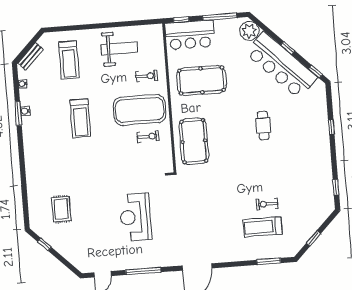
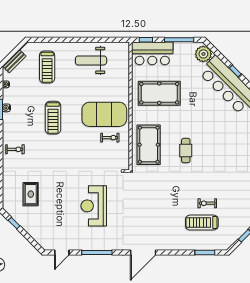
weight bench: (119, 48) -> (91, 60), turned 180
exercise bike: (147, 76) -> (15, 149), moved
cafe table: (263, 125) -> (186, 151), moved

